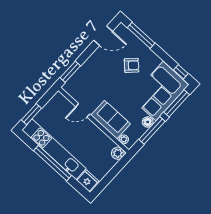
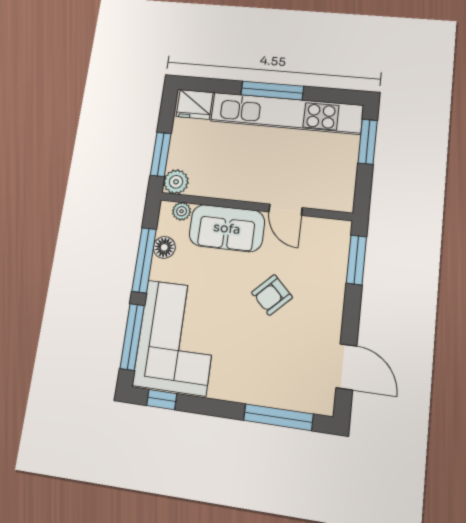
door: (103, 36) -> (346, 367), swing flipped
armchair: (132, 65) -> (272, 295), moved
door: (83, 110) -> (286, 210), swing flipped
floor lamp: (148, 122) -> (164, 247), moved
window: (53, 163) -> (272, 91), width x0.68
window: (116, 169) -> (161, 154), added

